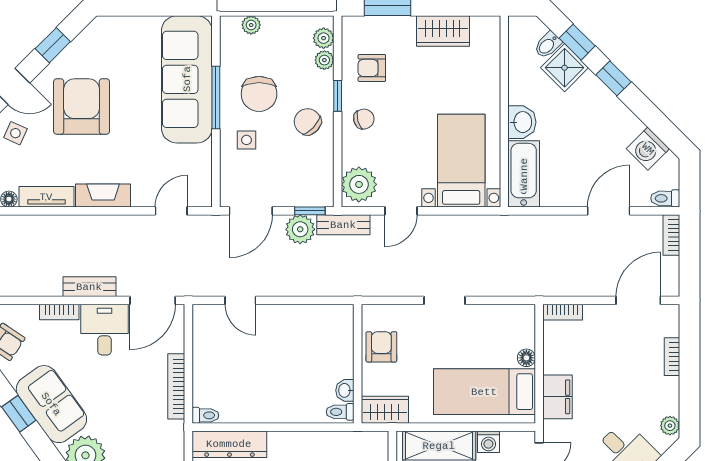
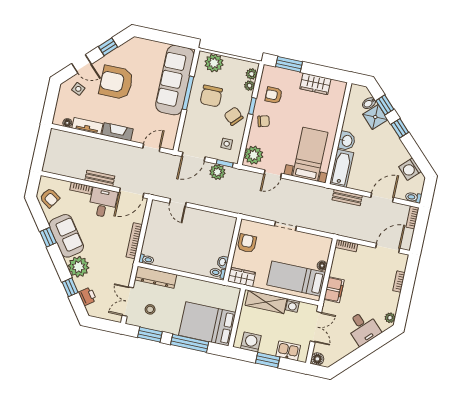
plant: (251, 25) -> (214, 63), width x1.88, depth x1.88
armchair: (82, 106) -> (116, 82), turned -90
side table: (246, 140) -> (227, 144), moved
bench: (343, 225) -> (347, 198), moved

